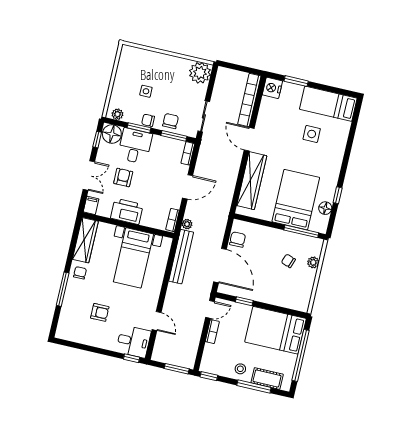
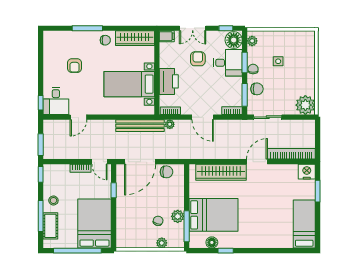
side table: (312, 134) -> (274, 216), removed
armchair: (123, 177) -> (198, 59), turned -90
printer: (127, 211) -> (169, 81), moved
plant: (288, 239) -> (178, 216), added

